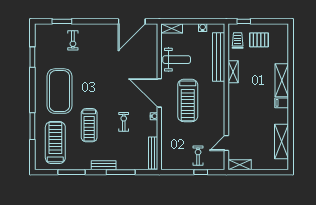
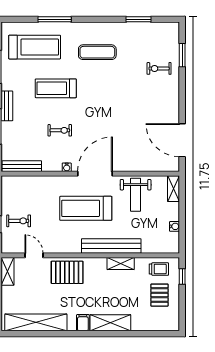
bench: (219, 57) -> (111, 246), moved
exercise mat: (60, 91) -> (97, 52), width x0.50, depth x0.69
pallet: (240, 116) -> (67, 272), added
shelving: (281, 141) -> (36, 322), width x1.47

